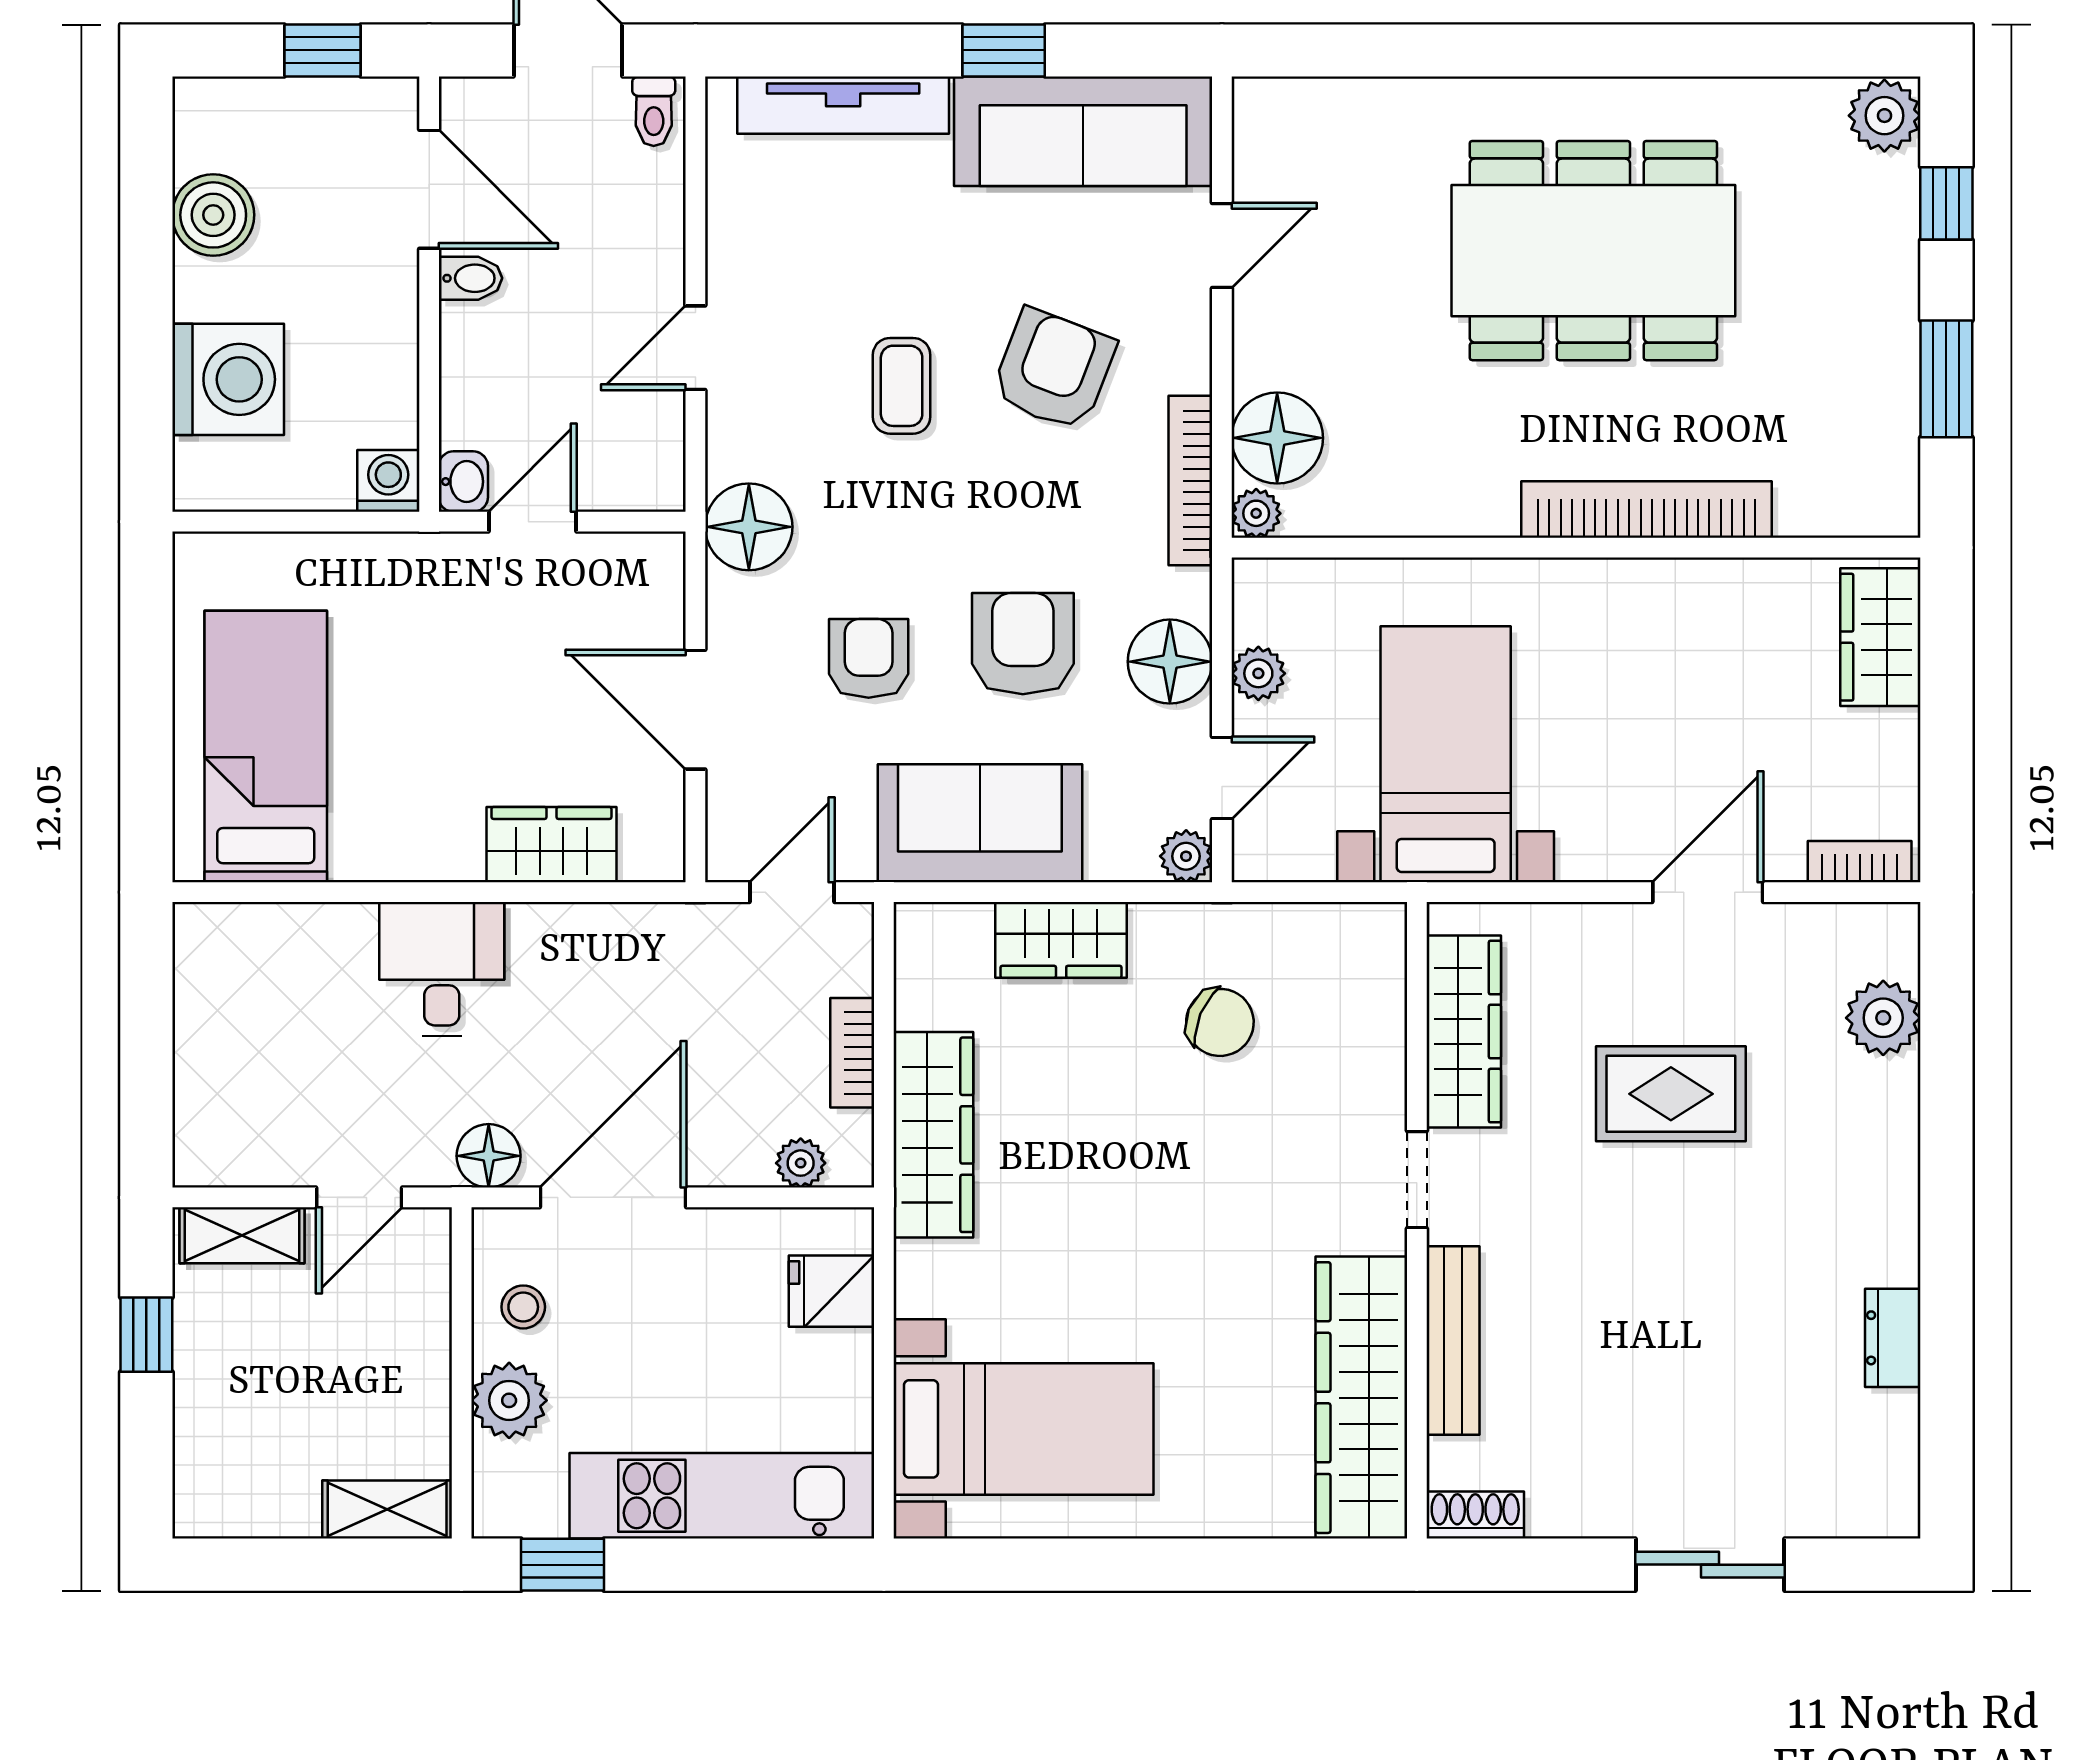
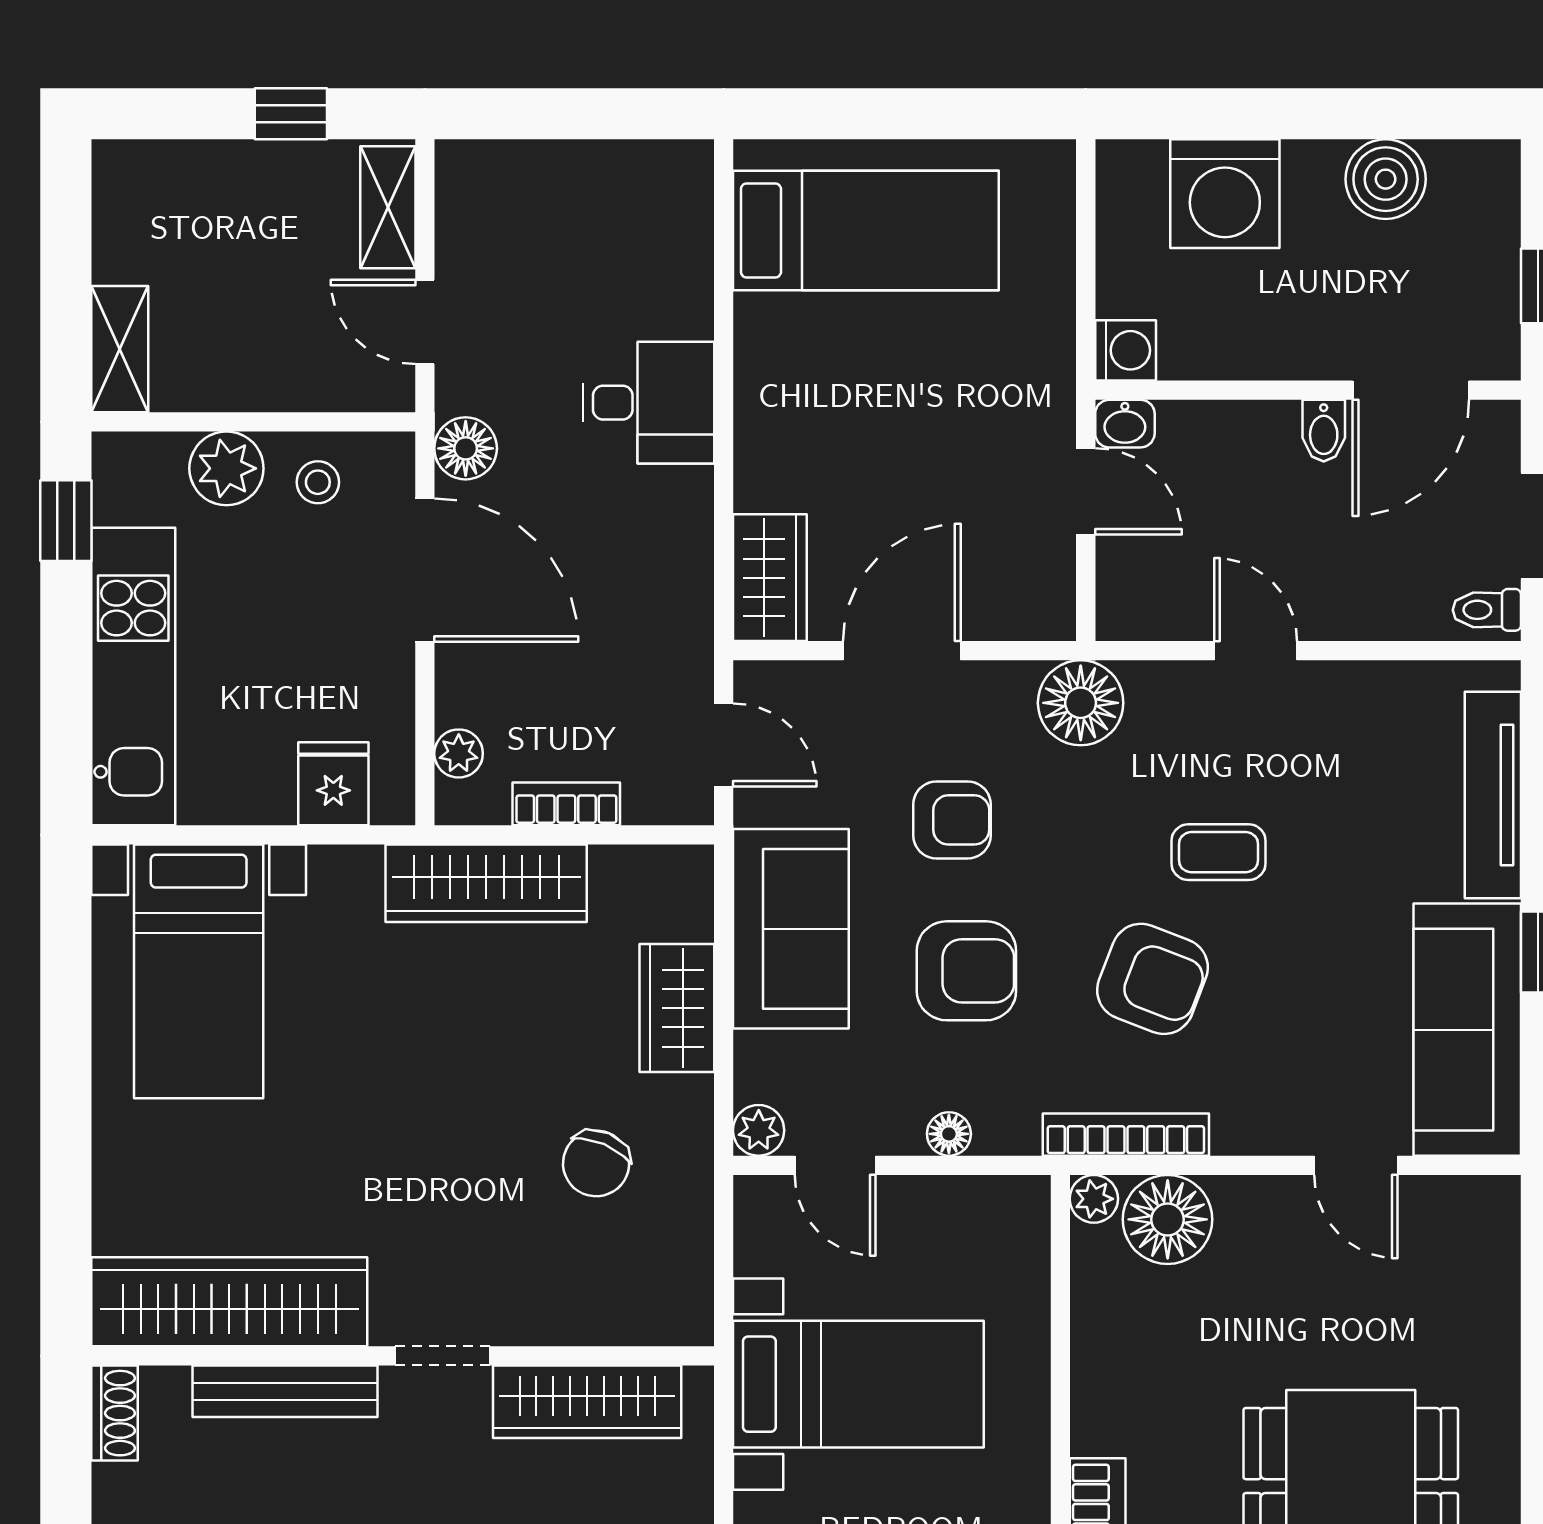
armchair: (1054, 370) -> (1152, 979), moved
floor lamp: (1170, 662) -> (949, 1134), width x0.53, depth x0.53
plant: (1258, 673) -> (937, 1201), removed
wardrobe: (551, 845) -> (770, 578), moved

